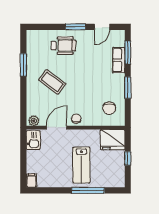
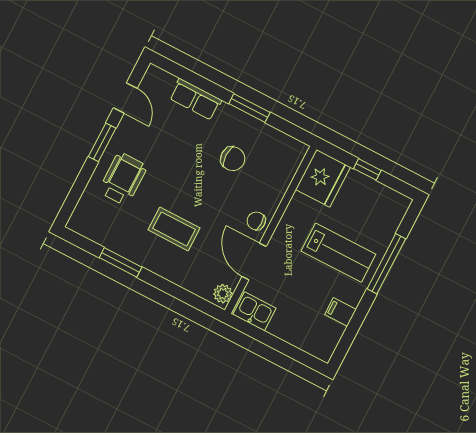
window: (128, 53) -> (191, 77), removed
coffee table: (52, 82) -> (174, 229), turned 53
chair: (109, 108) -> (233, 159), moved
filing cabinet: (31, 181) -> (340, 312), moved

